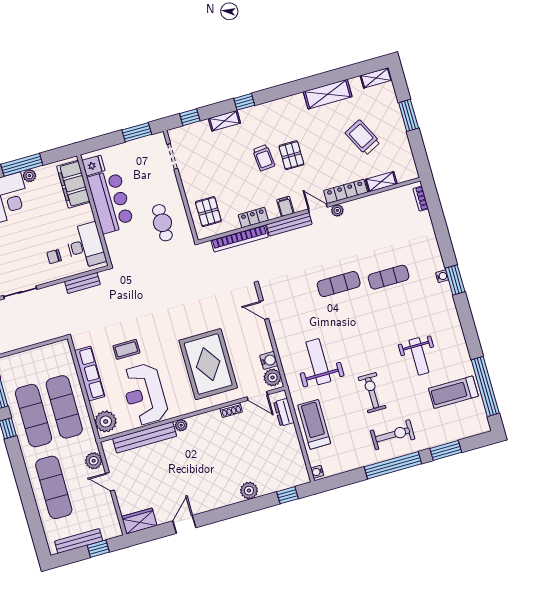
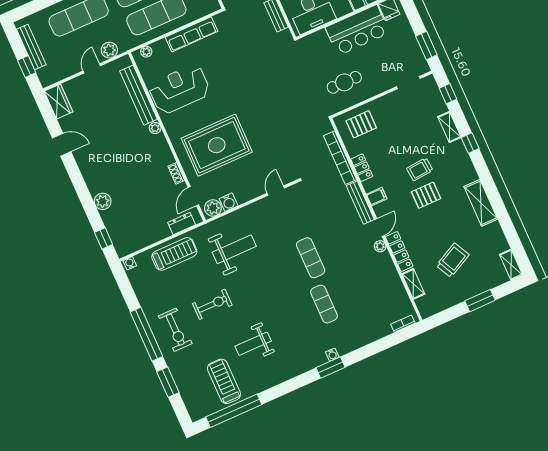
shelving: (328, 94) -> (481, 203), moved
coffee table: (126, 349) -> (219, 66), removed
plant: (106, 421) -> (146, 52), width x0.53, depth x0.53

